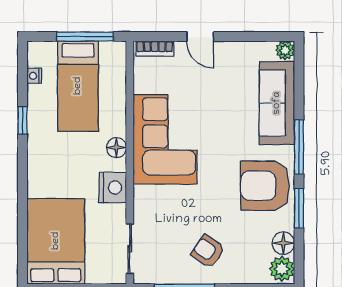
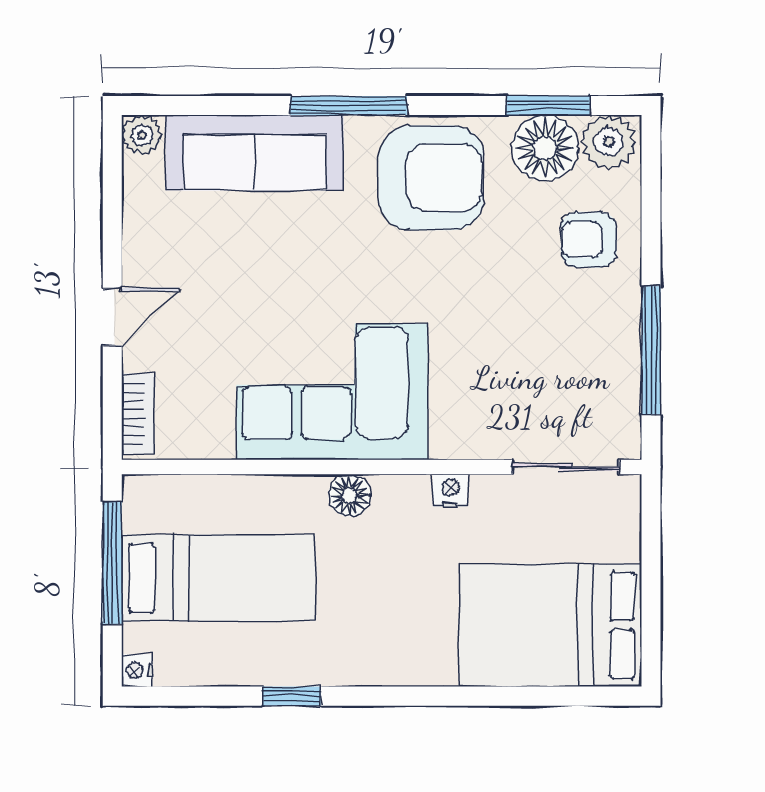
nightstand: (34, 76) -> (137, 671), moved, turned 90
armchair: (265, 186) -> (431, 178), turned -90
nightstand: (113, 188) -> (450, 490), width x0.53, depth x0.56
window: (299, 208) -> (548, 105), moved
floor lamp: (283, 243) -> (545, 148), width x1.38, depth x1.38
armchair: (208, 251) -> (589, 240), moved, turned 55

